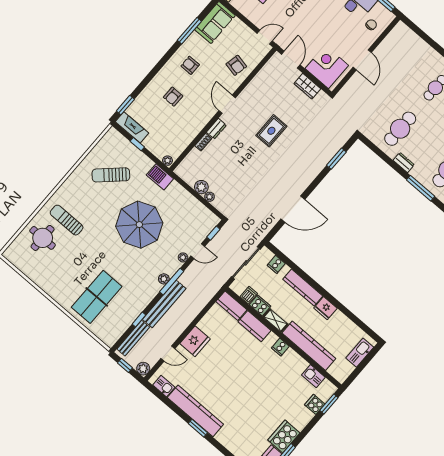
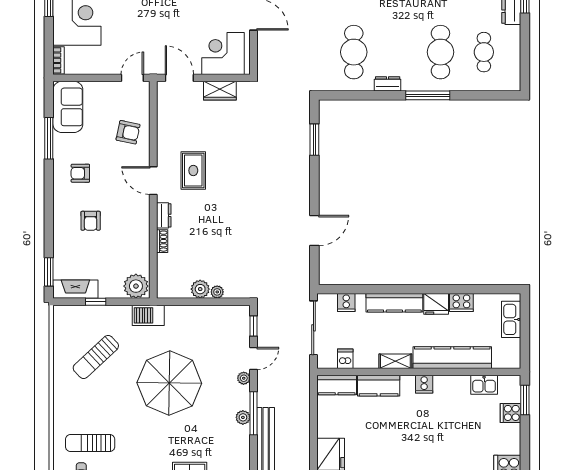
rug: (271, 131) -> (193, 170), moved
plant: (168, 161) -> (136, 286), width x1.87, depth x1.87
door: (293, 209) -> (314, 231), width x0.73
cooker: (260, 305) -> (461, 302), moved, turned 180

